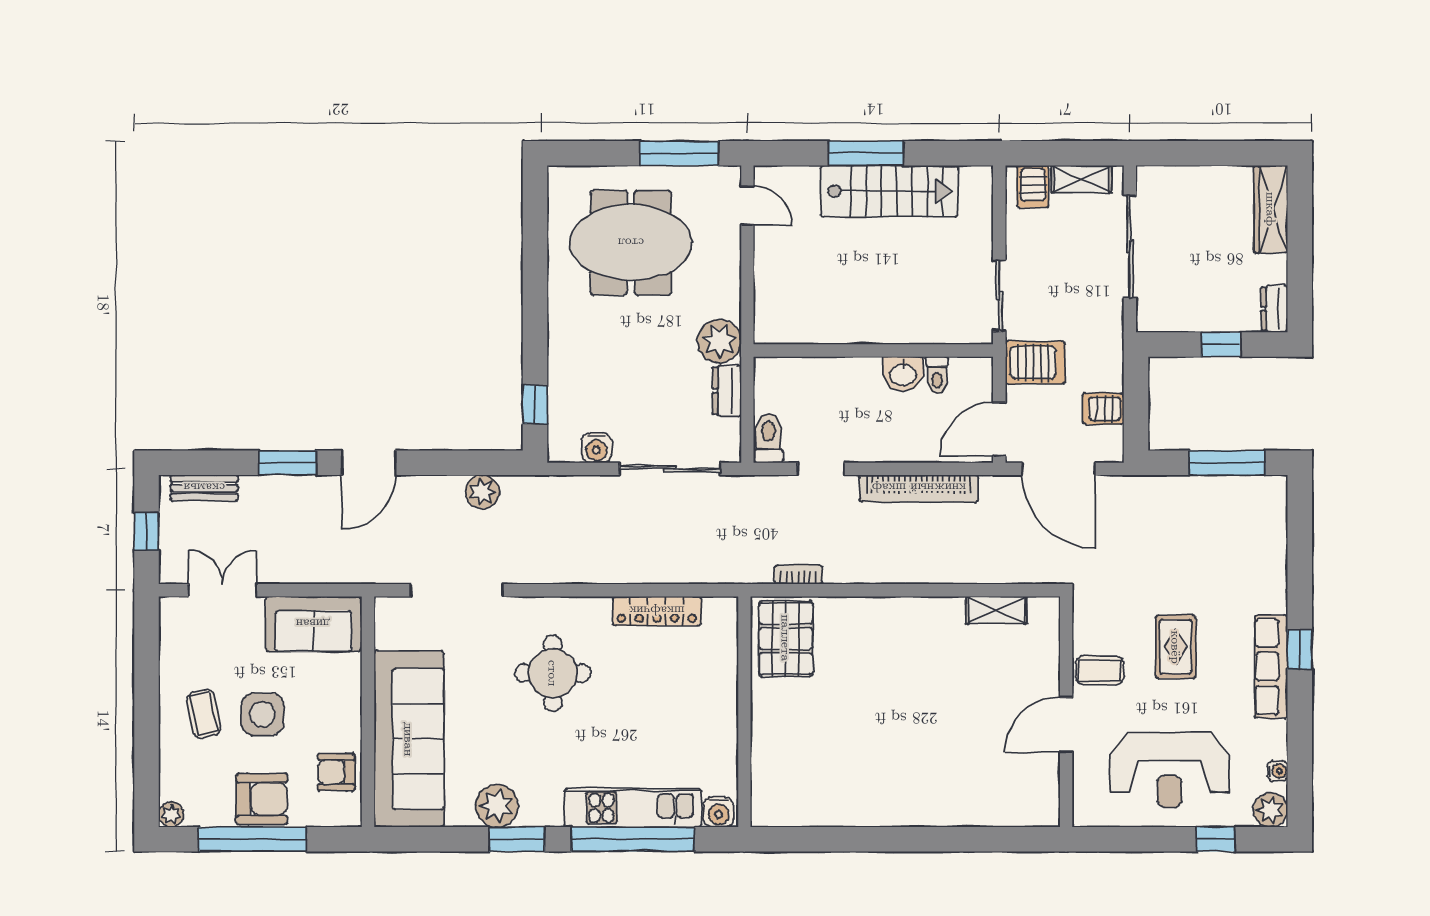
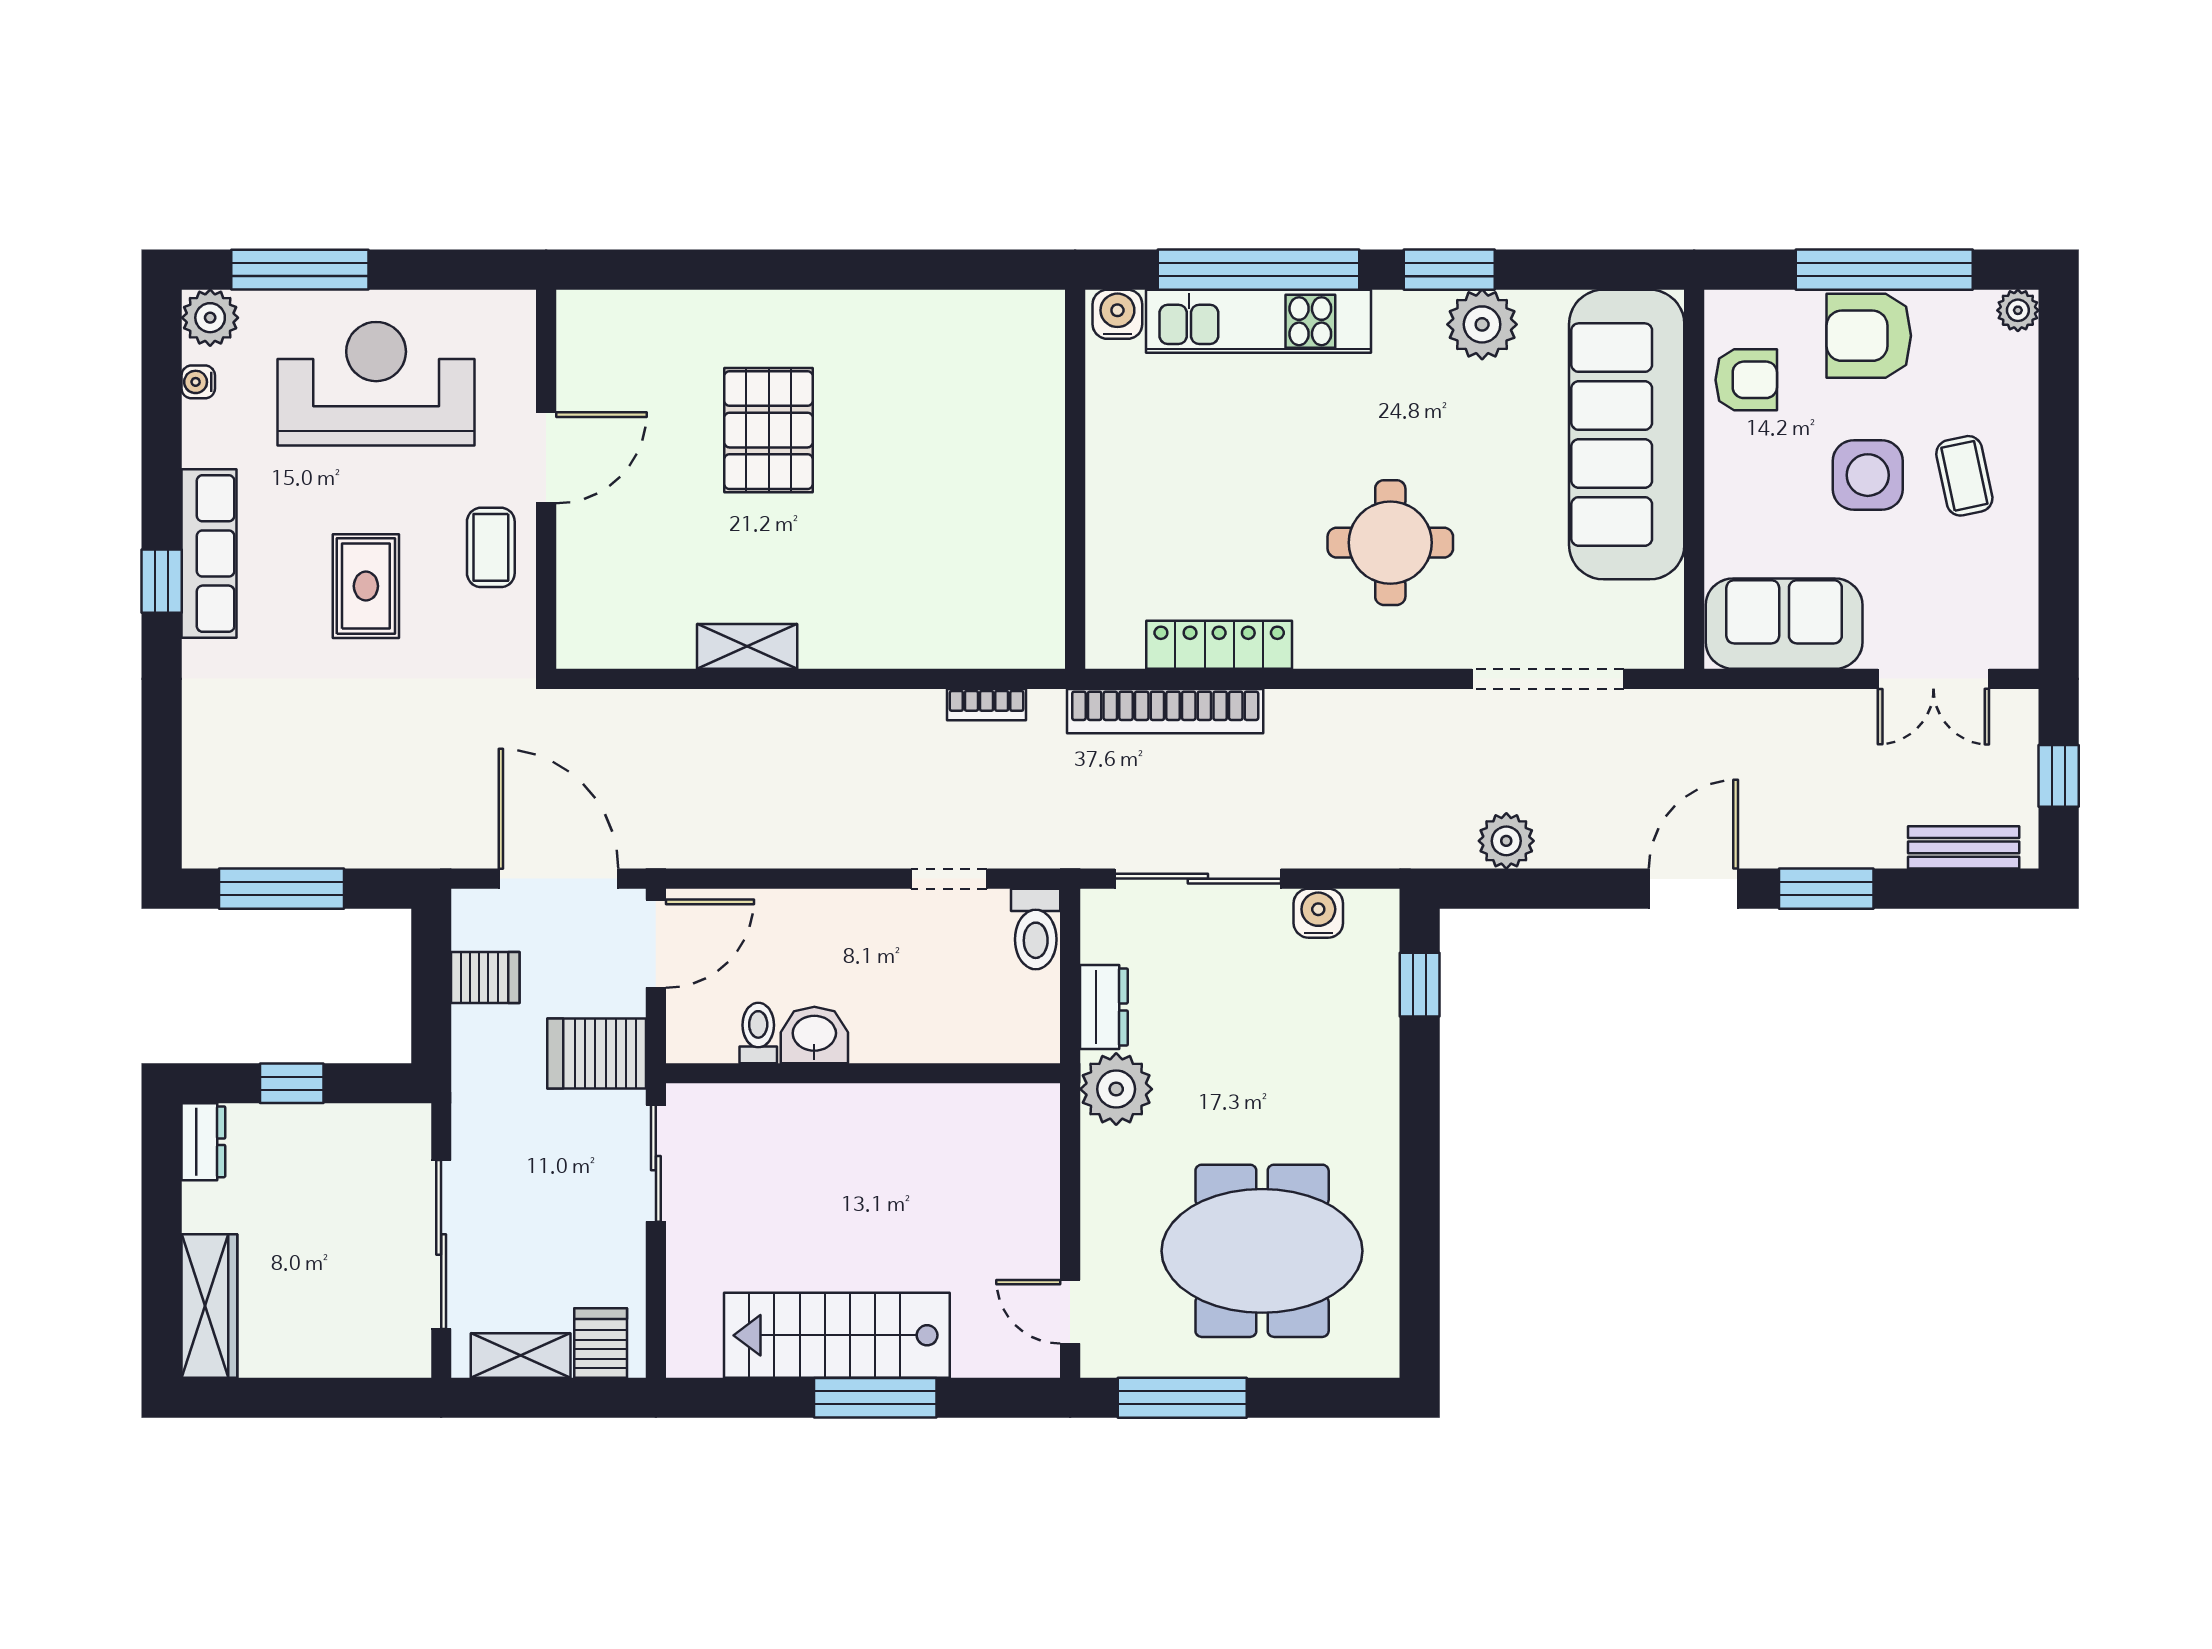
bookcase: (919, 488) -> (1165, 711), moved, turned 180
shelving: (996, 610) -> (747, 646), moved
pallet: (786, 638) -> (769, 430), moved
coffee table: (1100, 670) -> (491, 547), turned 90
window: (1216, 839) -> (300, 270), width x2.17

